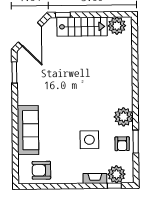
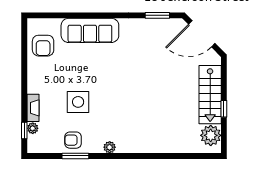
window: (63, 15) -> (224, 109), moved
plant: (124, 117) -> (110, 147), width x0.53, depth x0.53
armchair: (41, 170) -> (43, 46), turned 180
plant: (116, 174) -> (33, 128), width x0.53, depth x0.53

